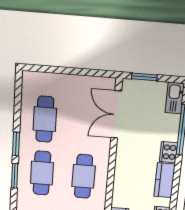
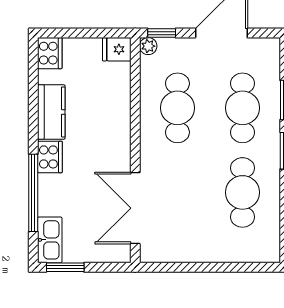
window: (144, 77) -> (65, 267), moved
double door: (116, 115) -> (135, 208), swing flipped

